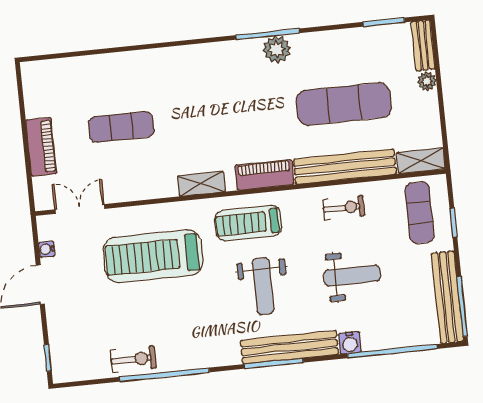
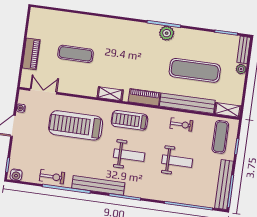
weight bench: (263, 286) -> (129, 155), turned -90
water cooler: (350, 343) -> (16, 175), moved
bench: (290, 347) -> (98, 185), moved

